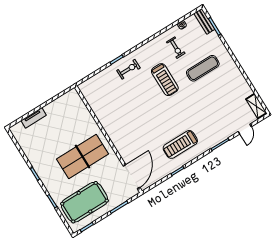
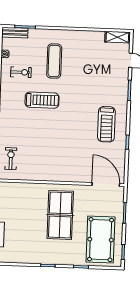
exercise bike: (129, 69) -> (11, 159), moved

